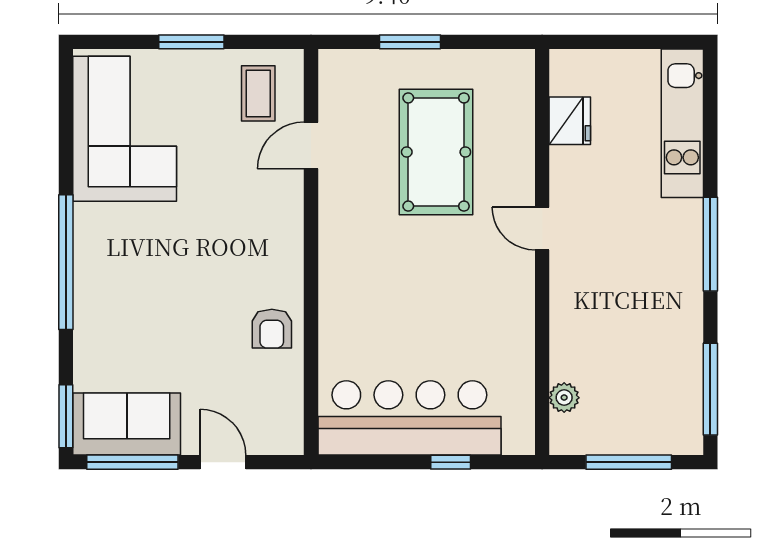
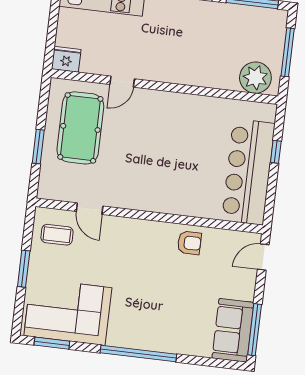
fridge: (570, 121) -> (66, 59), moved
pool table: (436, 152) -> (80, 128), moved, turned 90
door: (542, 229) -> (122, 82), moved
plant: (564, 398) -> (255, 78), width x1.87, depth x1.87
window: (66, 416) -> (52, 343), moved
door: (223, 462) -> (263, 257), moved

